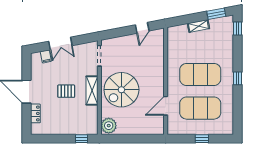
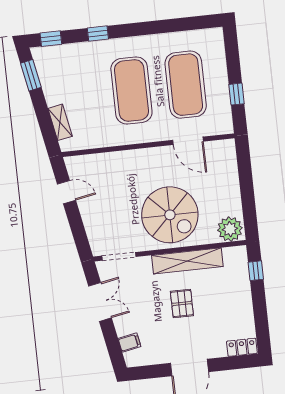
shelving: (198, 26) -> (60, 122), moved
double door: (60, 43) -> (100, 302), moved
window: (237, 78) -> (98, 33), moved
shelving: (92, 91) -> (187, 261), width x1.47
locker: (35, 113) -> (242, 347), moved
window: (202, 139) -> (237, 94), moved

